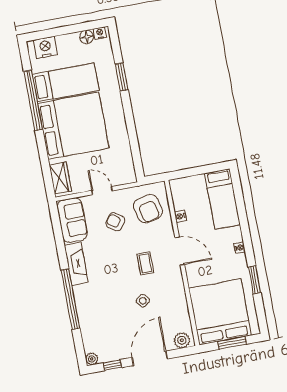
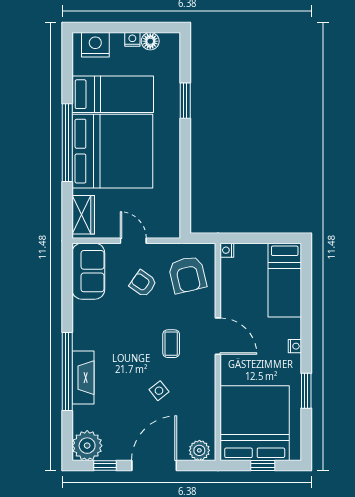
nightstand: (100, 33) -> (132, 39), moved
window: (33, 100) -> (67, 143), moved
nightstand: (180, 216) -> (227, 250), moved
fireplace: (76, 264) -> (83, 378), moved
window: (232, 343) -> (263, 466), width x0.67
plant: (92, 359) -> (87, 446), width x1.88, depth x1.88

